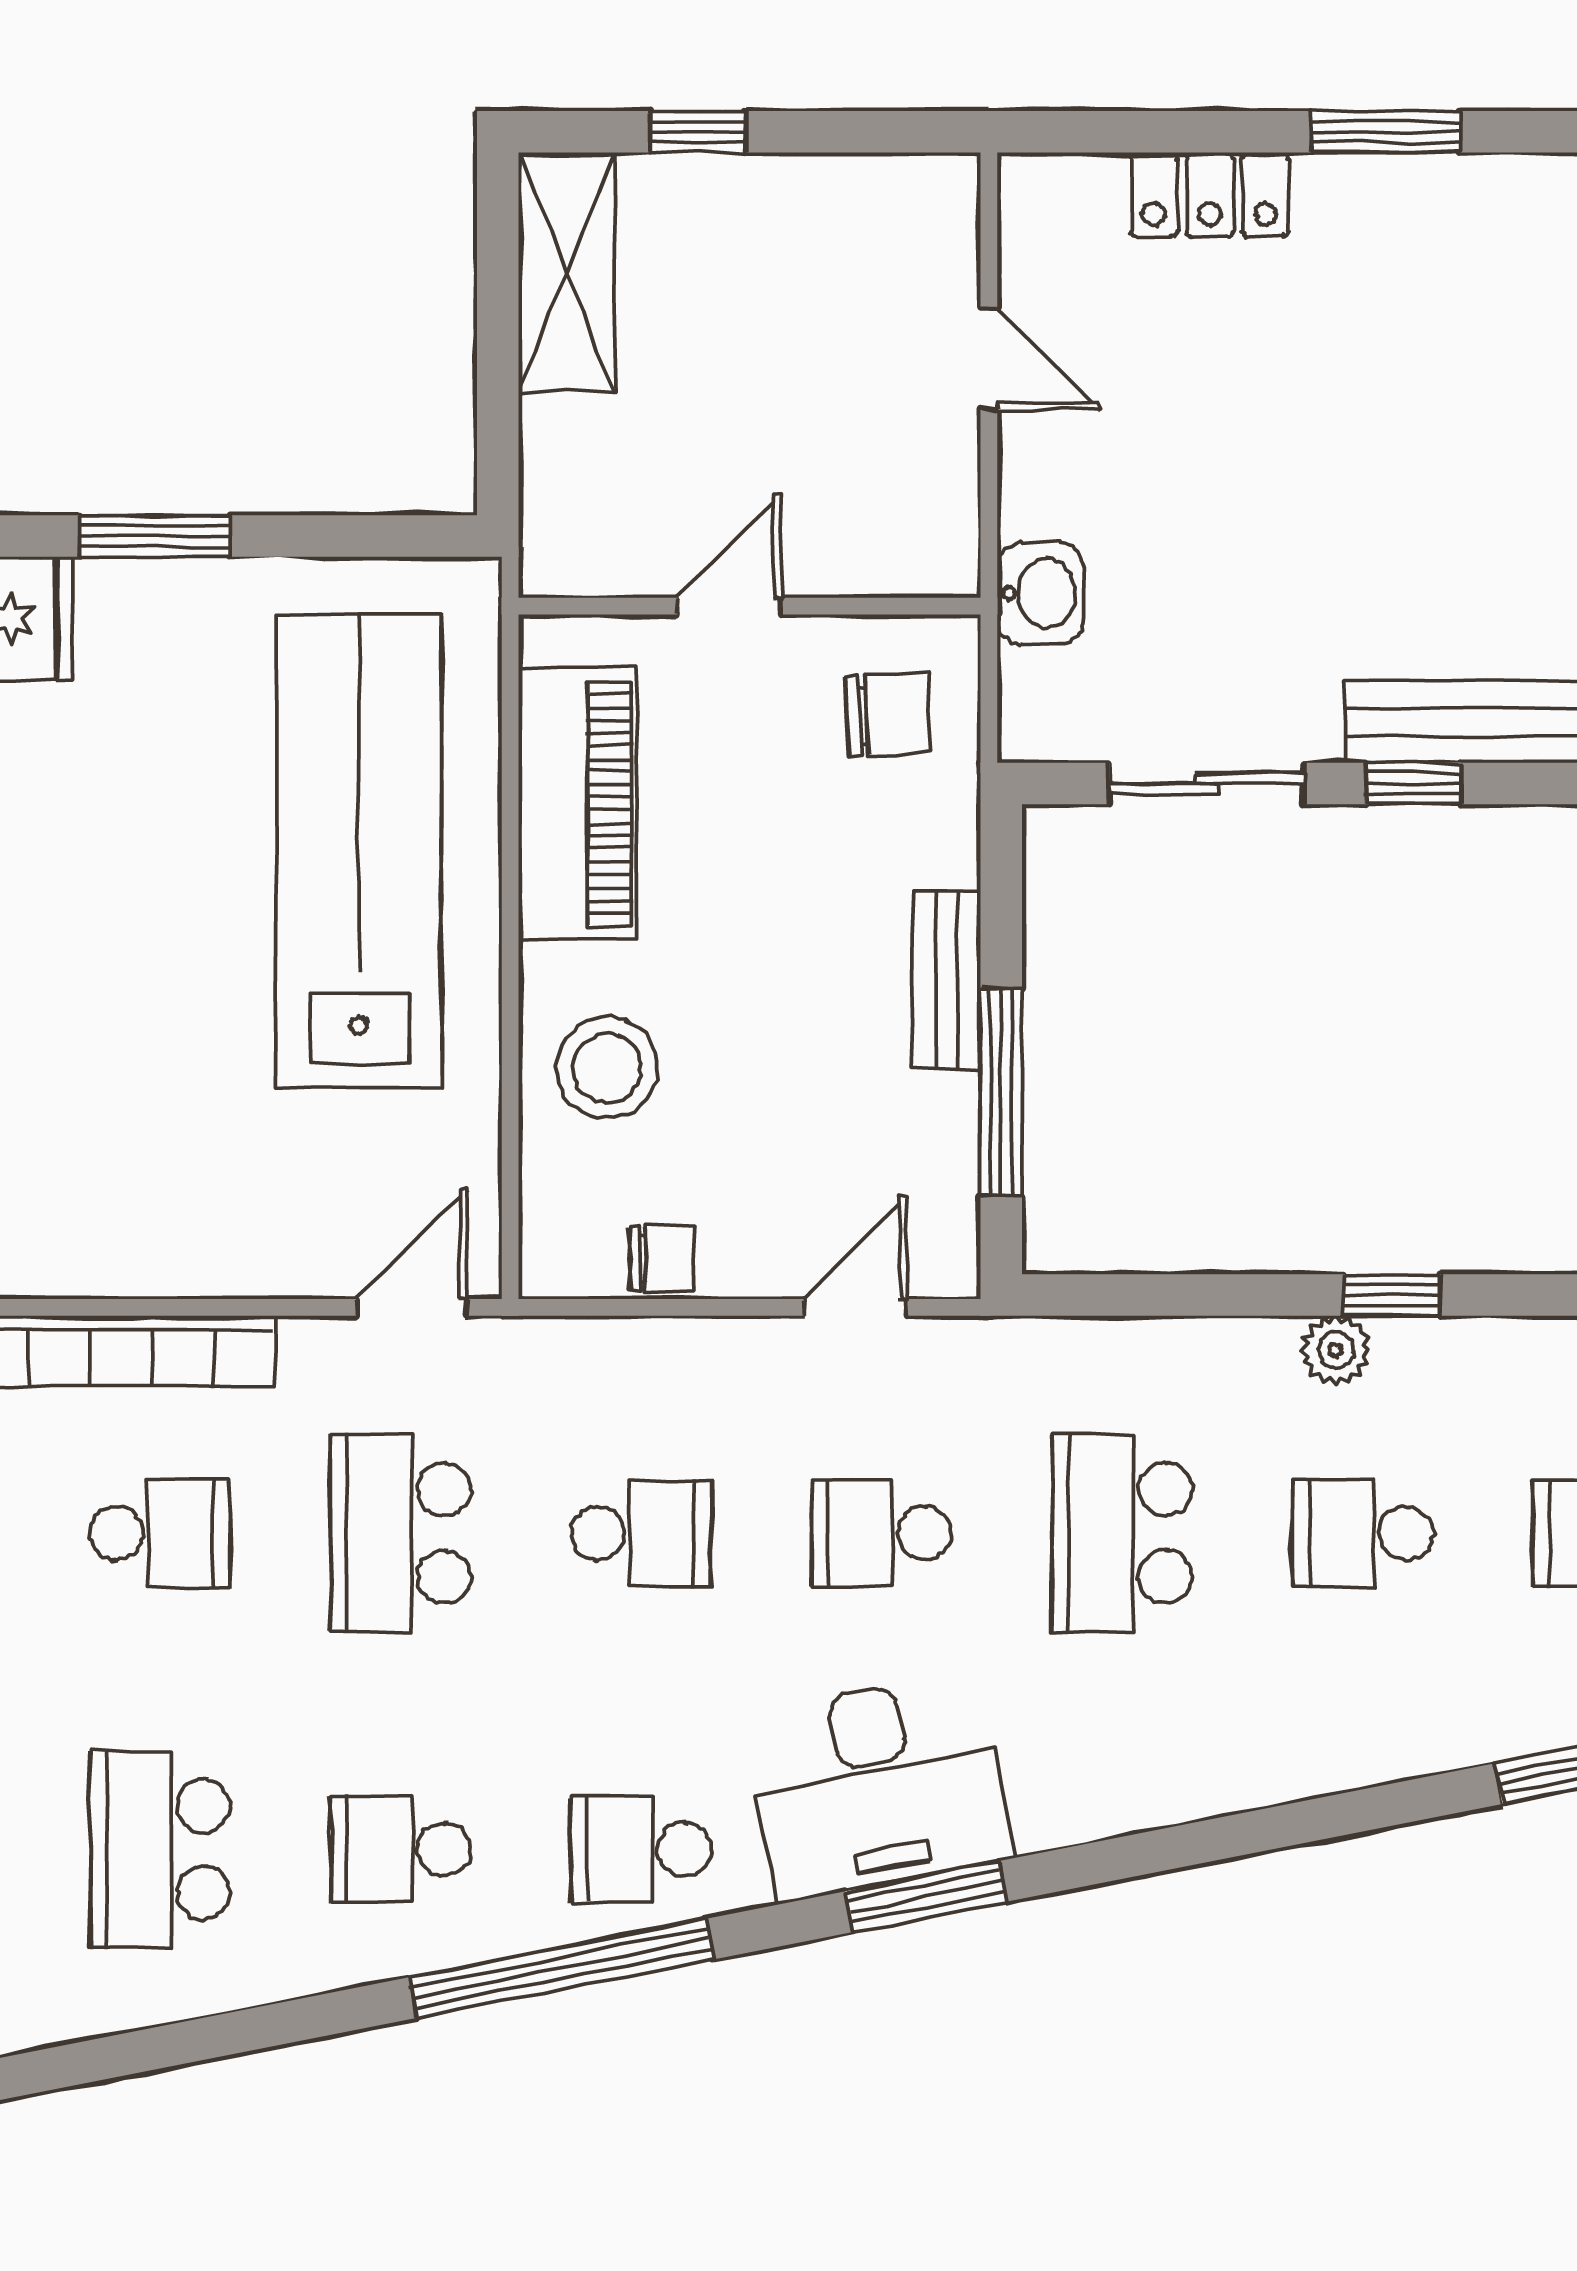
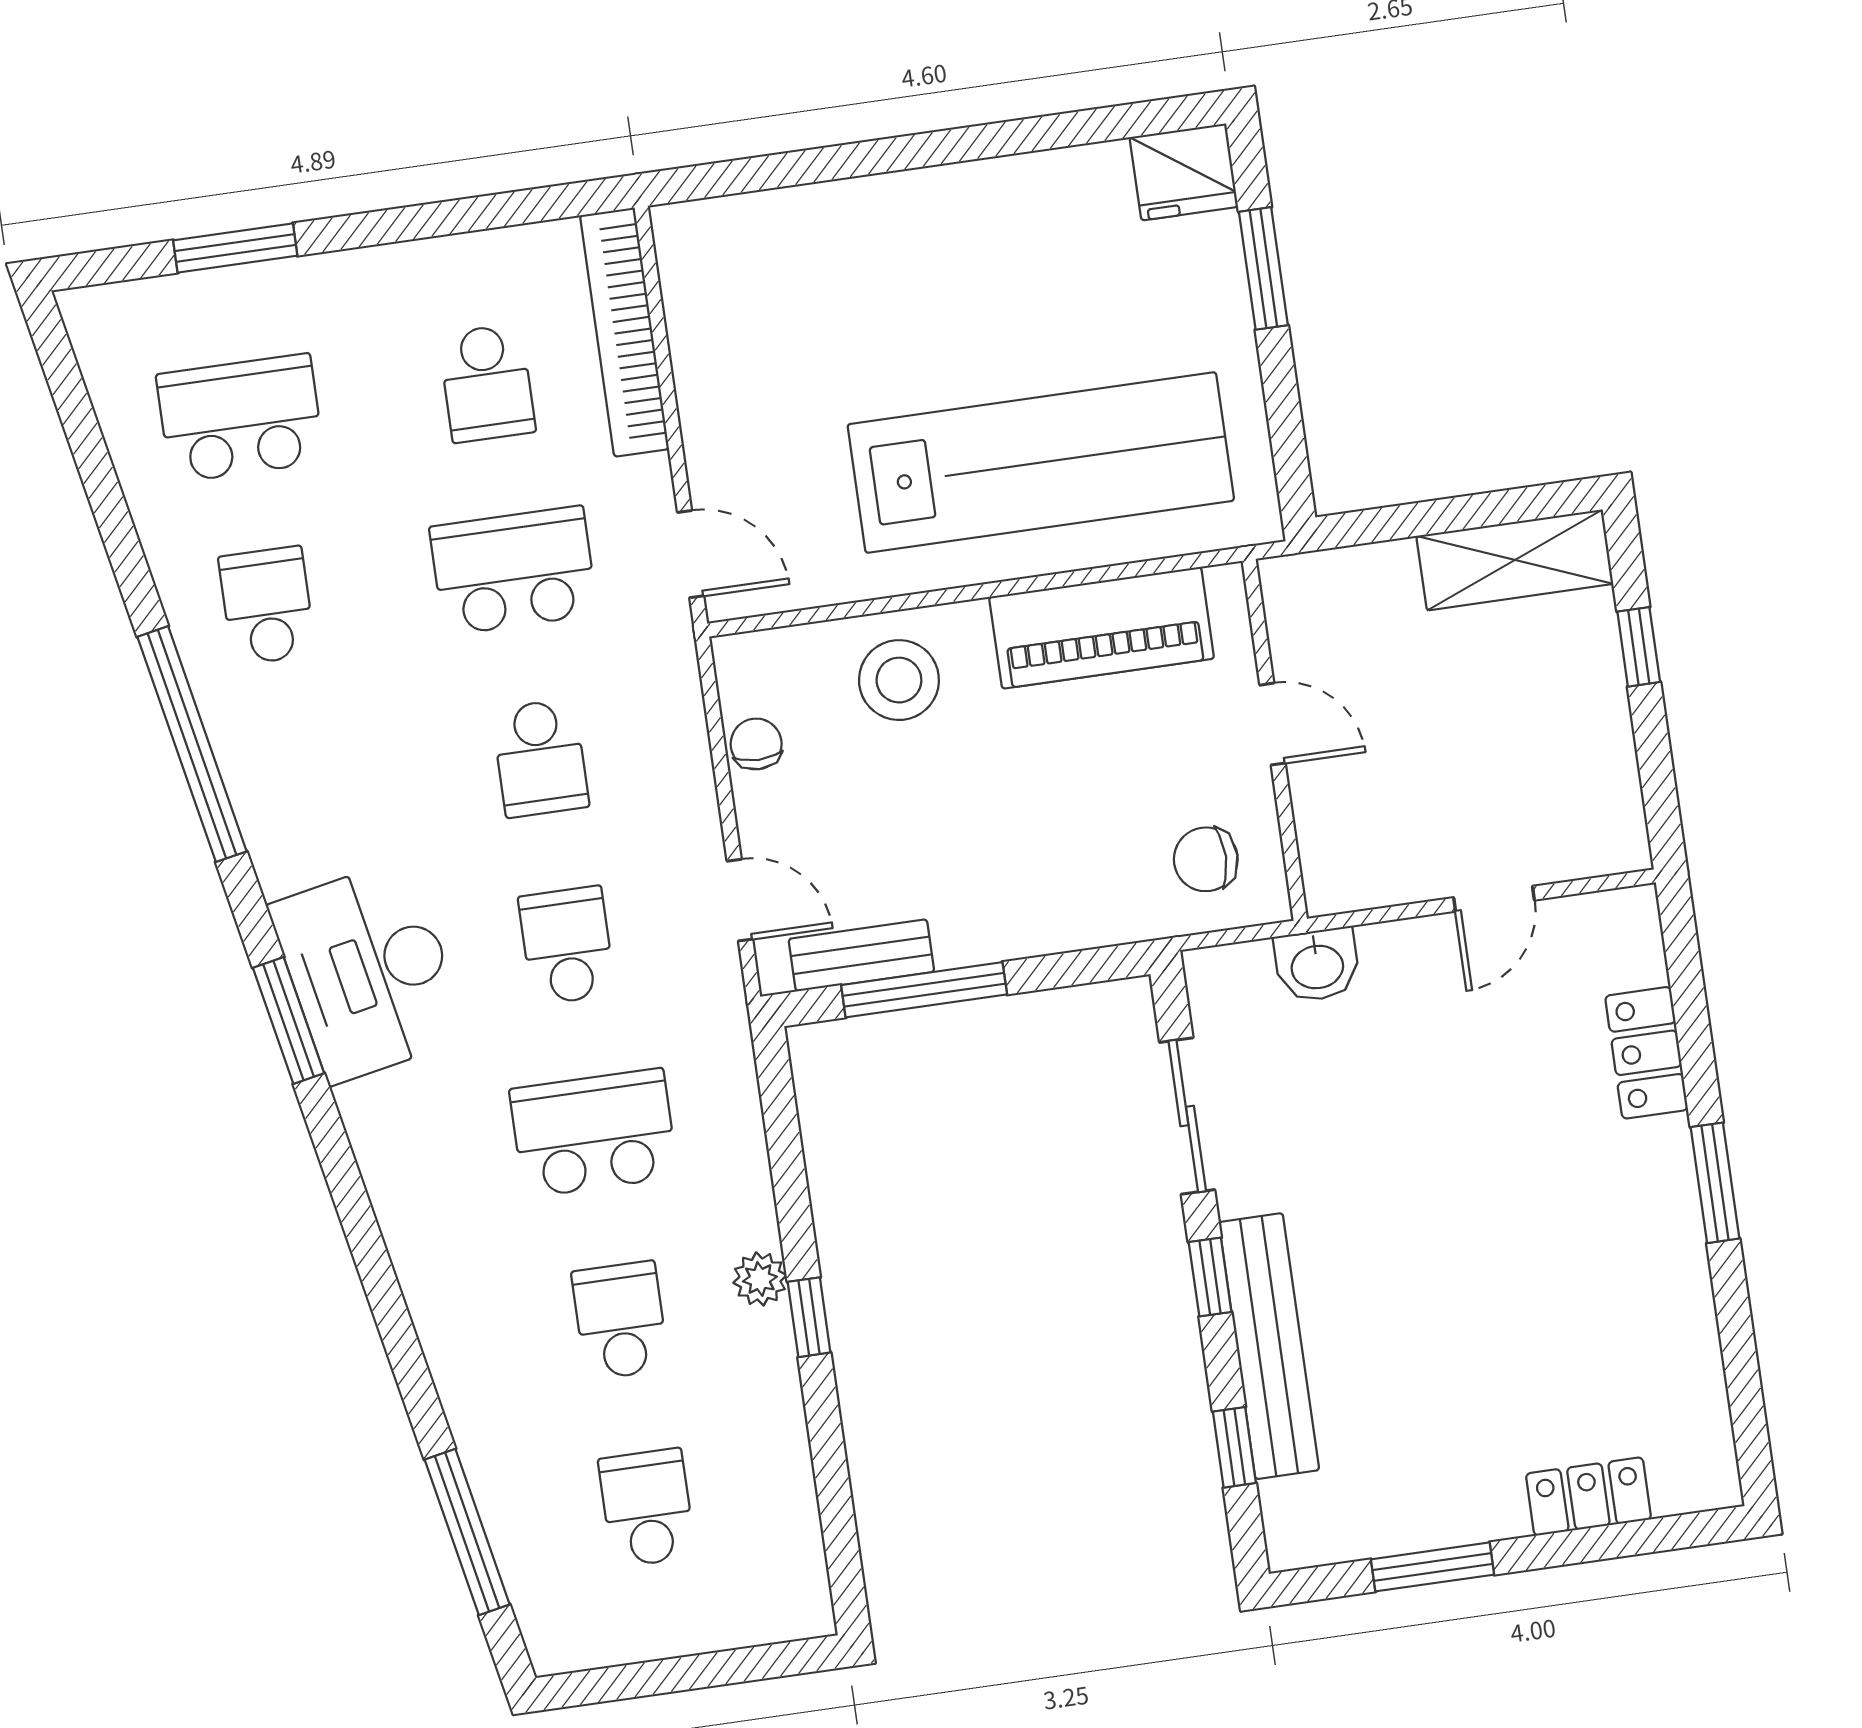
chair: (888, 714) -> (1206, 859), turned 93
bench: (947, 980) -> (861, 955), moved
chair: (662, 1259) -> (756, 744), turned 180
school desk: (641, 1849) -> (294, 793), removed

